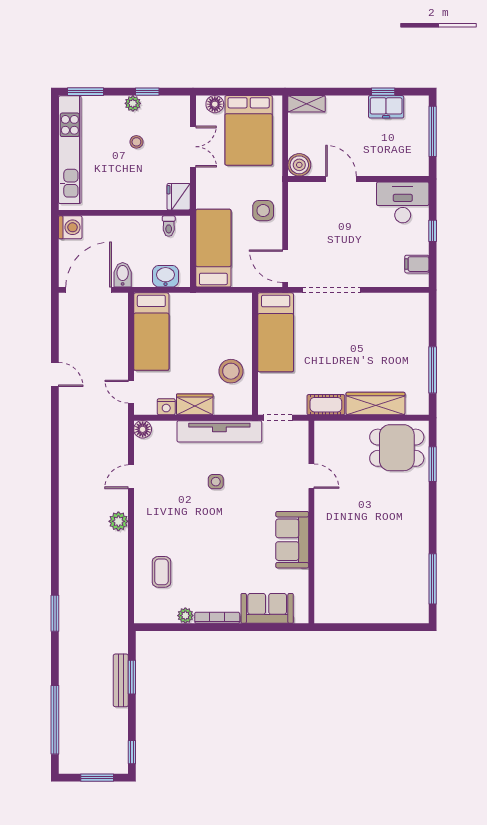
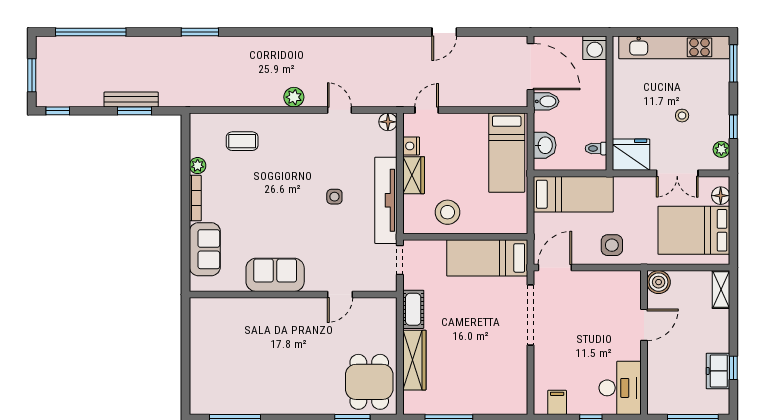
plant: (133, 103) -> (721, 149), moved
fridge: (179, 197) -> (631, 155), width x1.36, depth x1.34
bed: (151, 332) -> (507, 153), moved, turned -90

